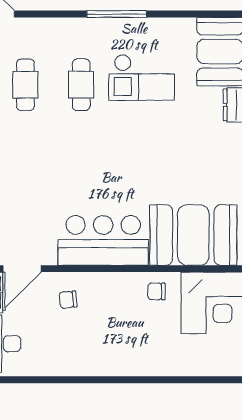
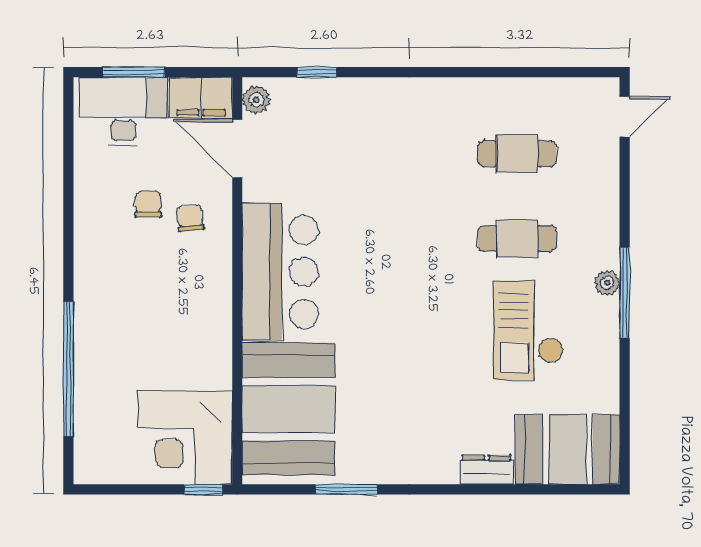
plant: (110, 26) -> (607, 283), added
chair: (156, 291) -> (148, 204), moved
window: (167, 380) -> (68, 369), added

